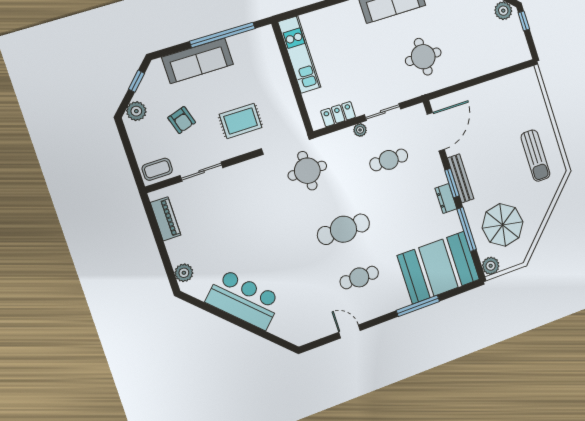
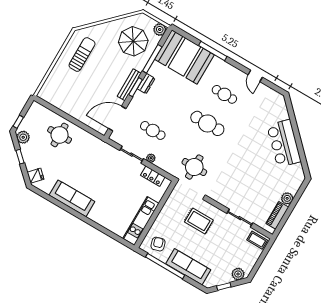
round table: (423, 57) -> (60, 135), moved
armchair: (182, 120) -> (158, 244), moved
plant: (184, 273) -> (287, 198), moved

